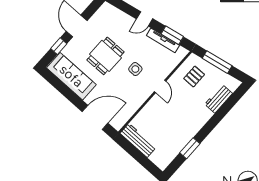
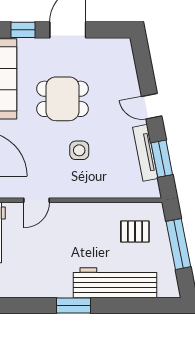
door: (160, 86) -> (37, 200), moved
workbench: (219, 99) -> (115, 283), width x1.88, depth x1.32
window: (190, 148) -> (74, 305), moved

